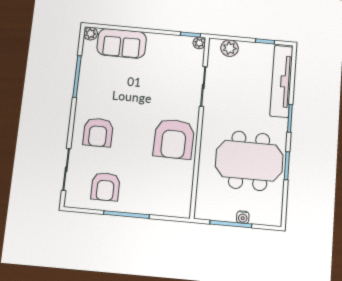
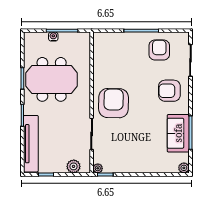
sofa: (122, 43) -> (178, 133), moved, turned -90
armchair: (98, 132) -> (169, 91), turned -90
armchair: (174, 139) -> (114, 103), moved

